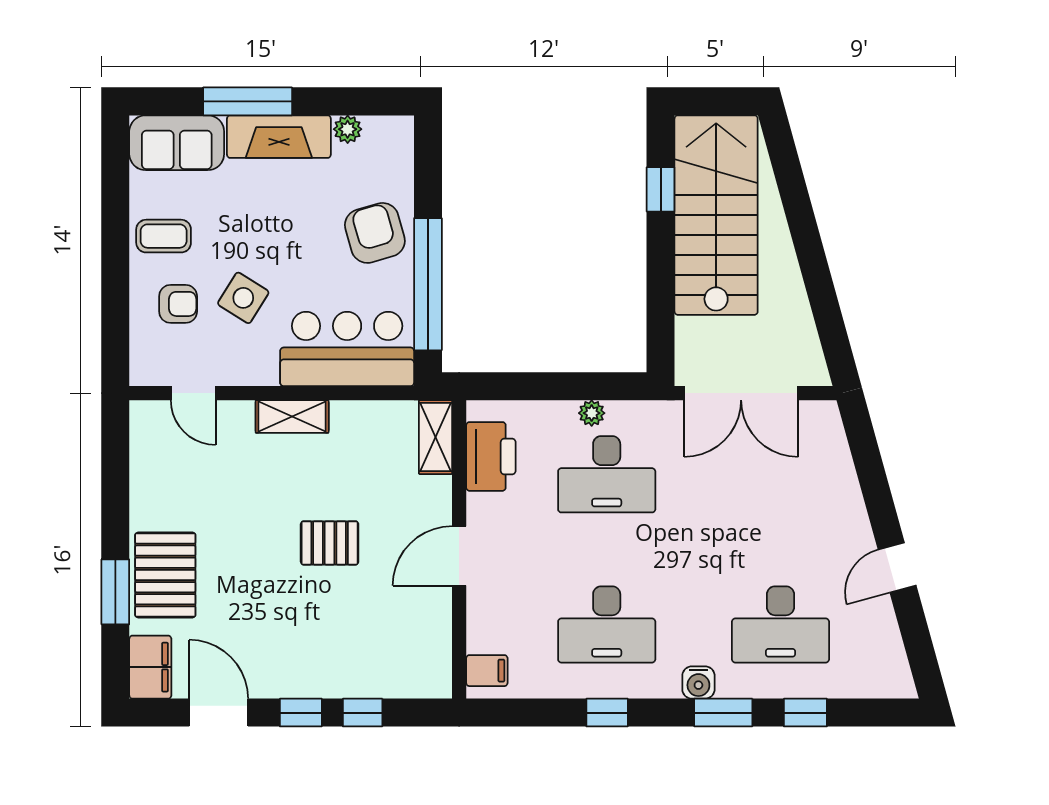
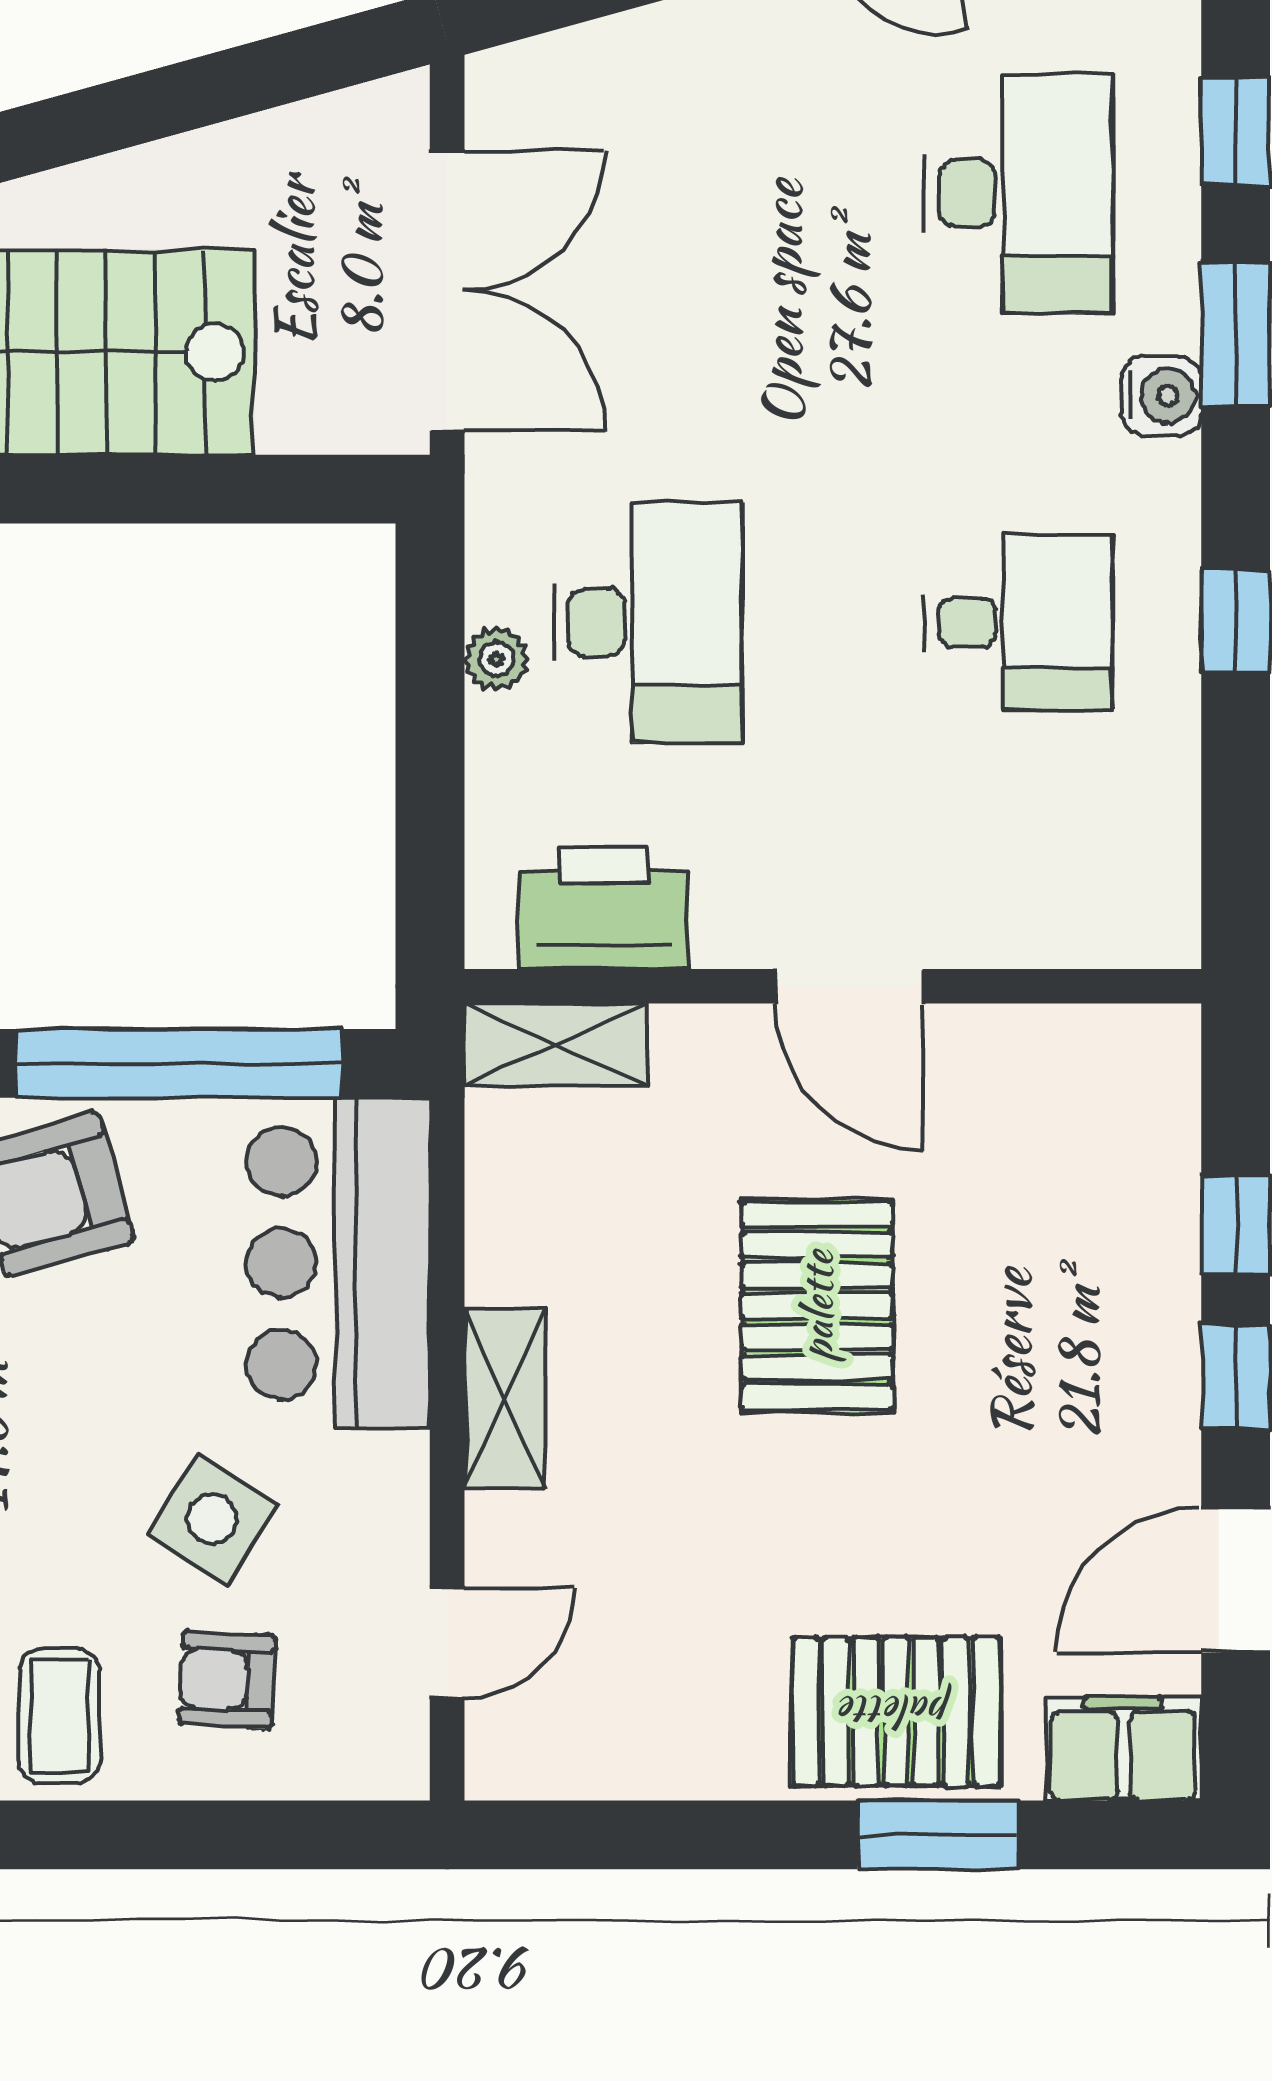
armchair: (178, 304) -> (227, 1680), turned -87
pallet: (330, 543) -> (817, 1306), width x1.50, depth x1.42
desk: (607, 624) -> (1018, 622), width x0.73
filing cabinet: (487, 671) -> (1132, 918), removed

